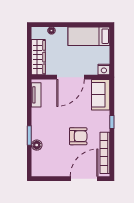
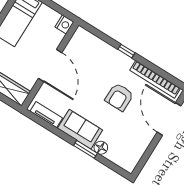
sofa: (101, 95) -> (80, 129), moved, turned 180
armchair: (78, 136) -> (119, 97), turned 180

